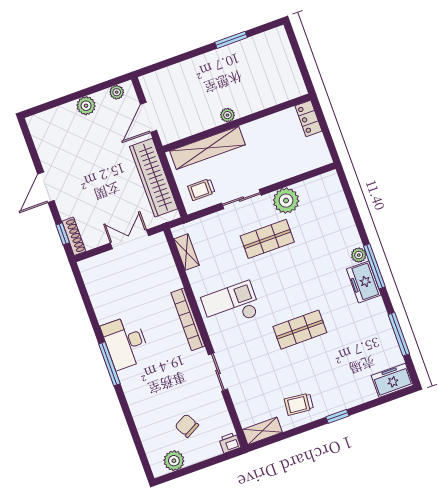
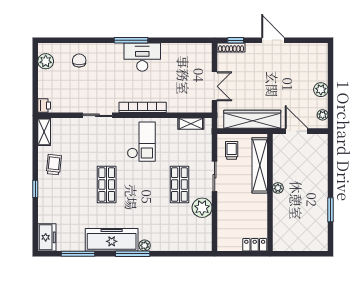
freezer: (364, 282) -> (112, 240), width x1.91, depth x1.26
chair: (187, 426) -> (79, 60), moved, turned -62

